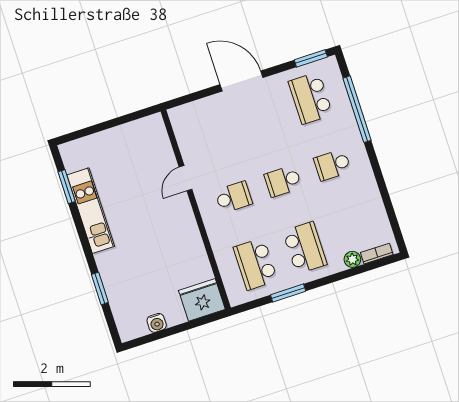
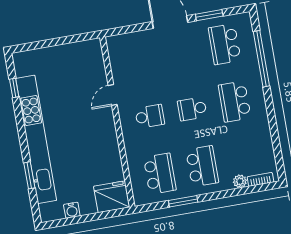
window: (311, 58) -> (209, 15), moved
school desk: (332, 165) -> (235, 102), width x1.85
window: (67, 187) -> (14, 88), width x0.67
kitchen unit: (91, 211) -> (36, 139), width x1.86
school desk: (255, 264) -> (160, 174), turned 180

